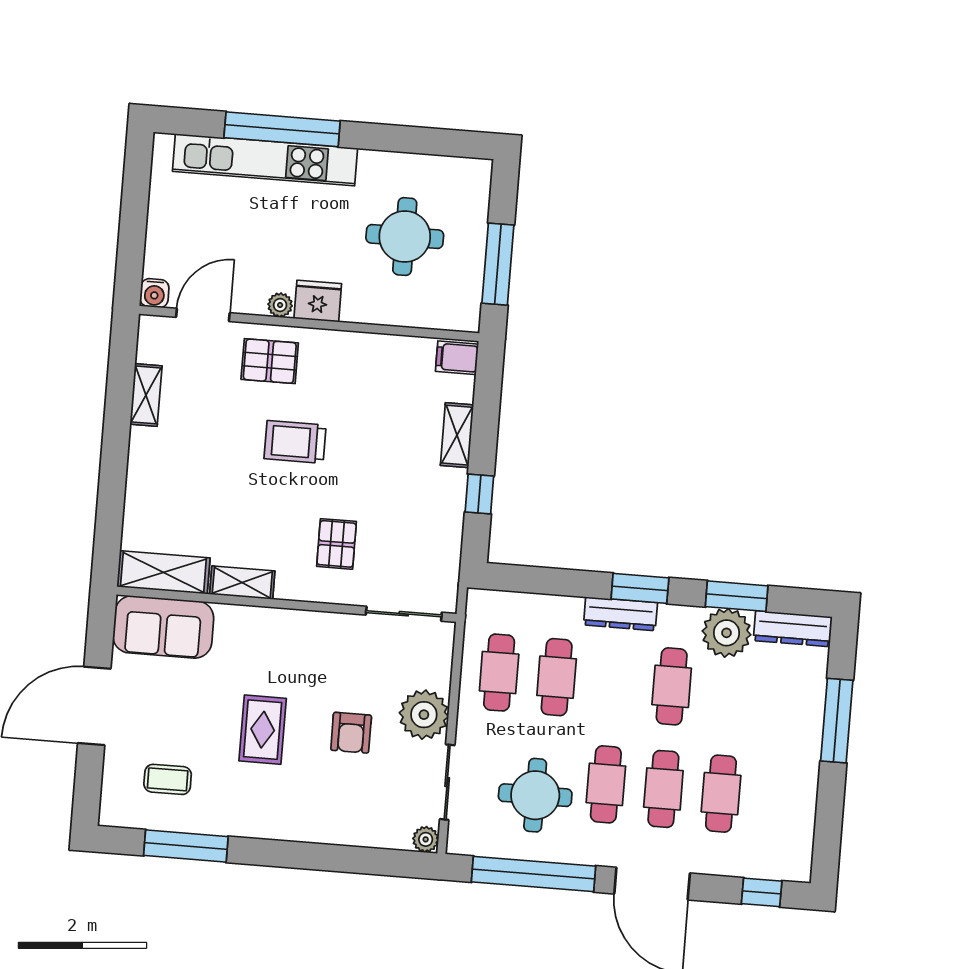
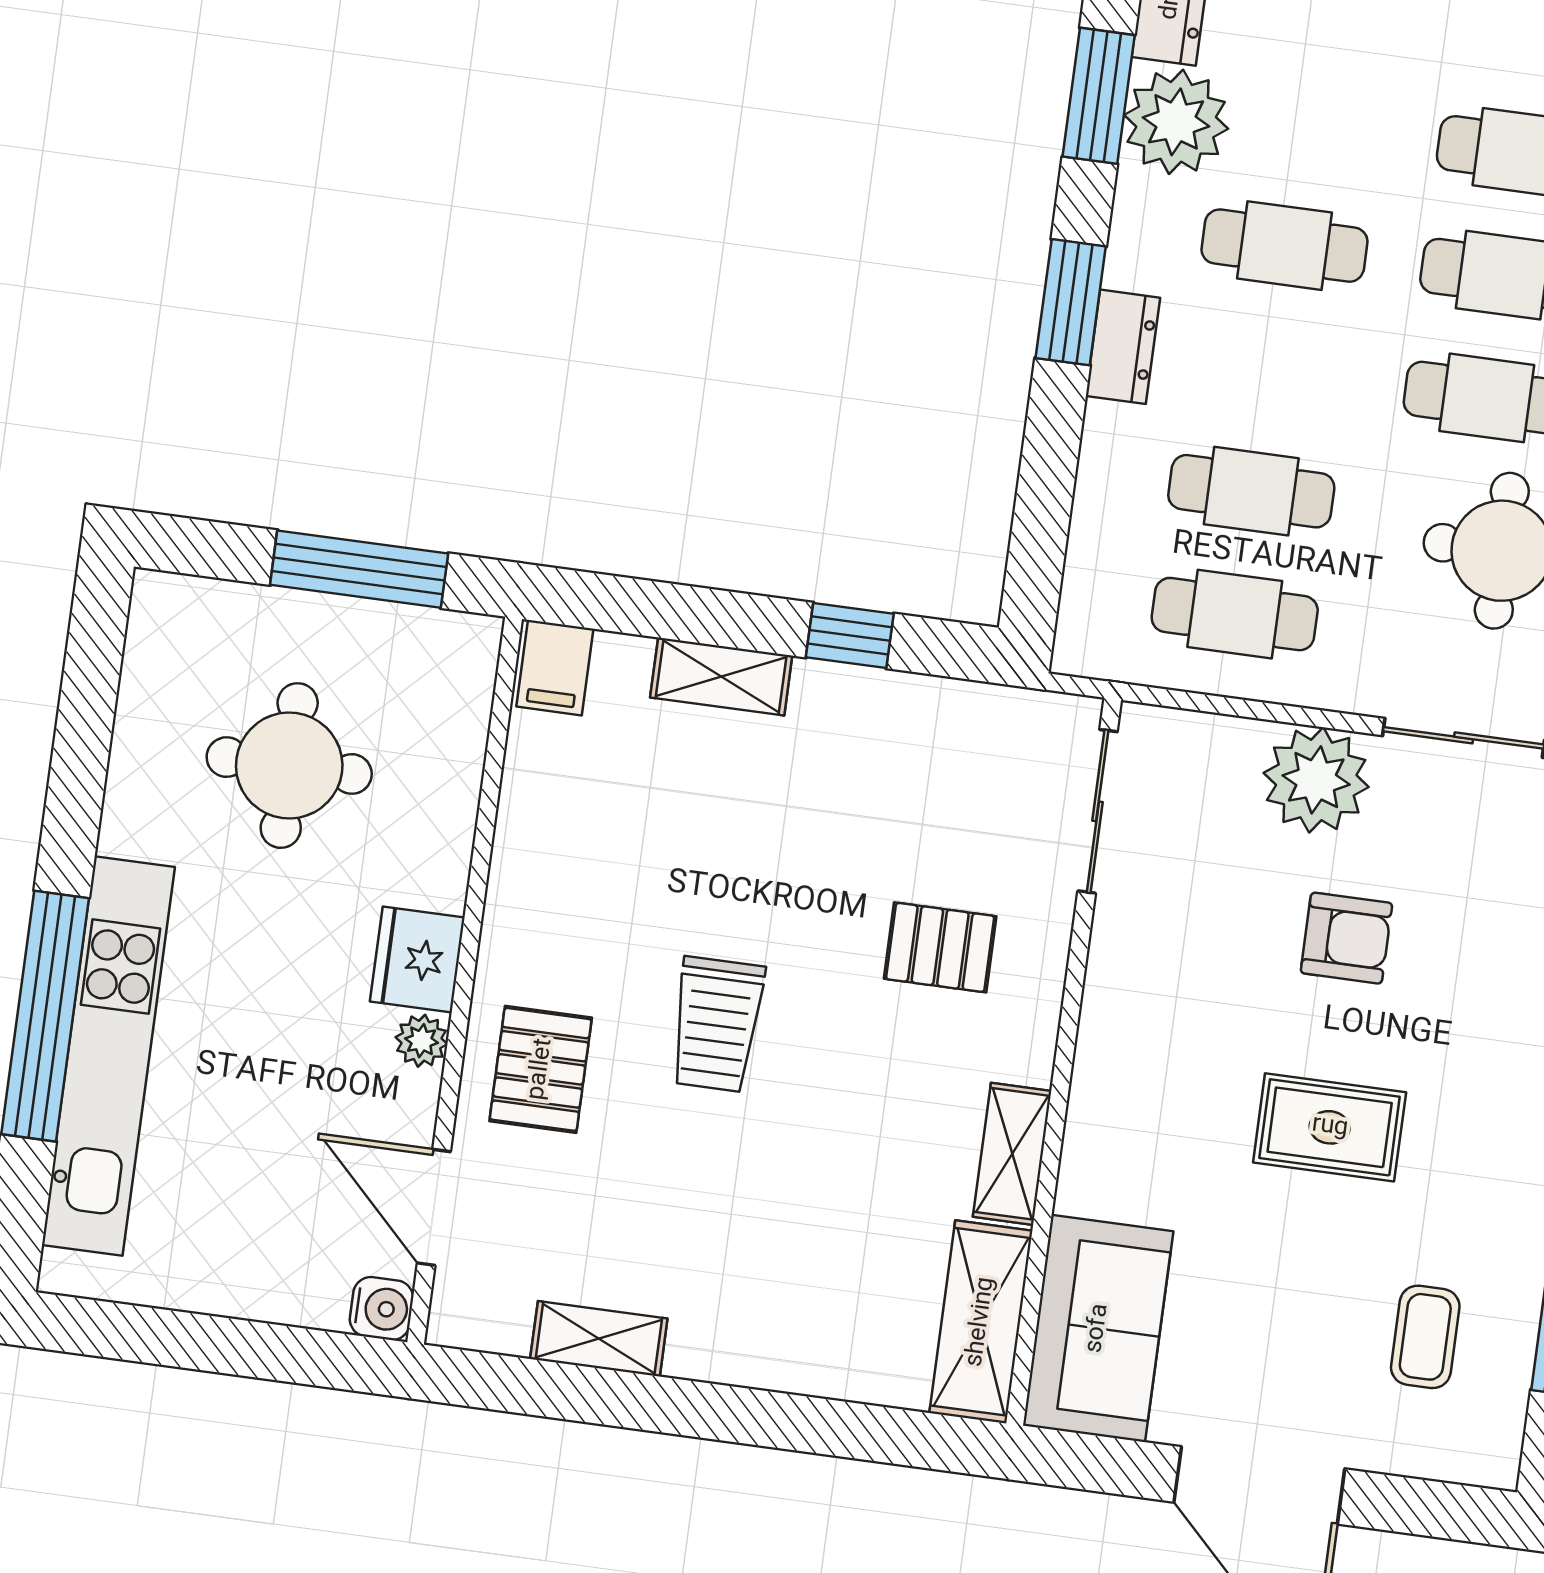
dresser: (621, 614) -> (1123, 347), width x0.70

